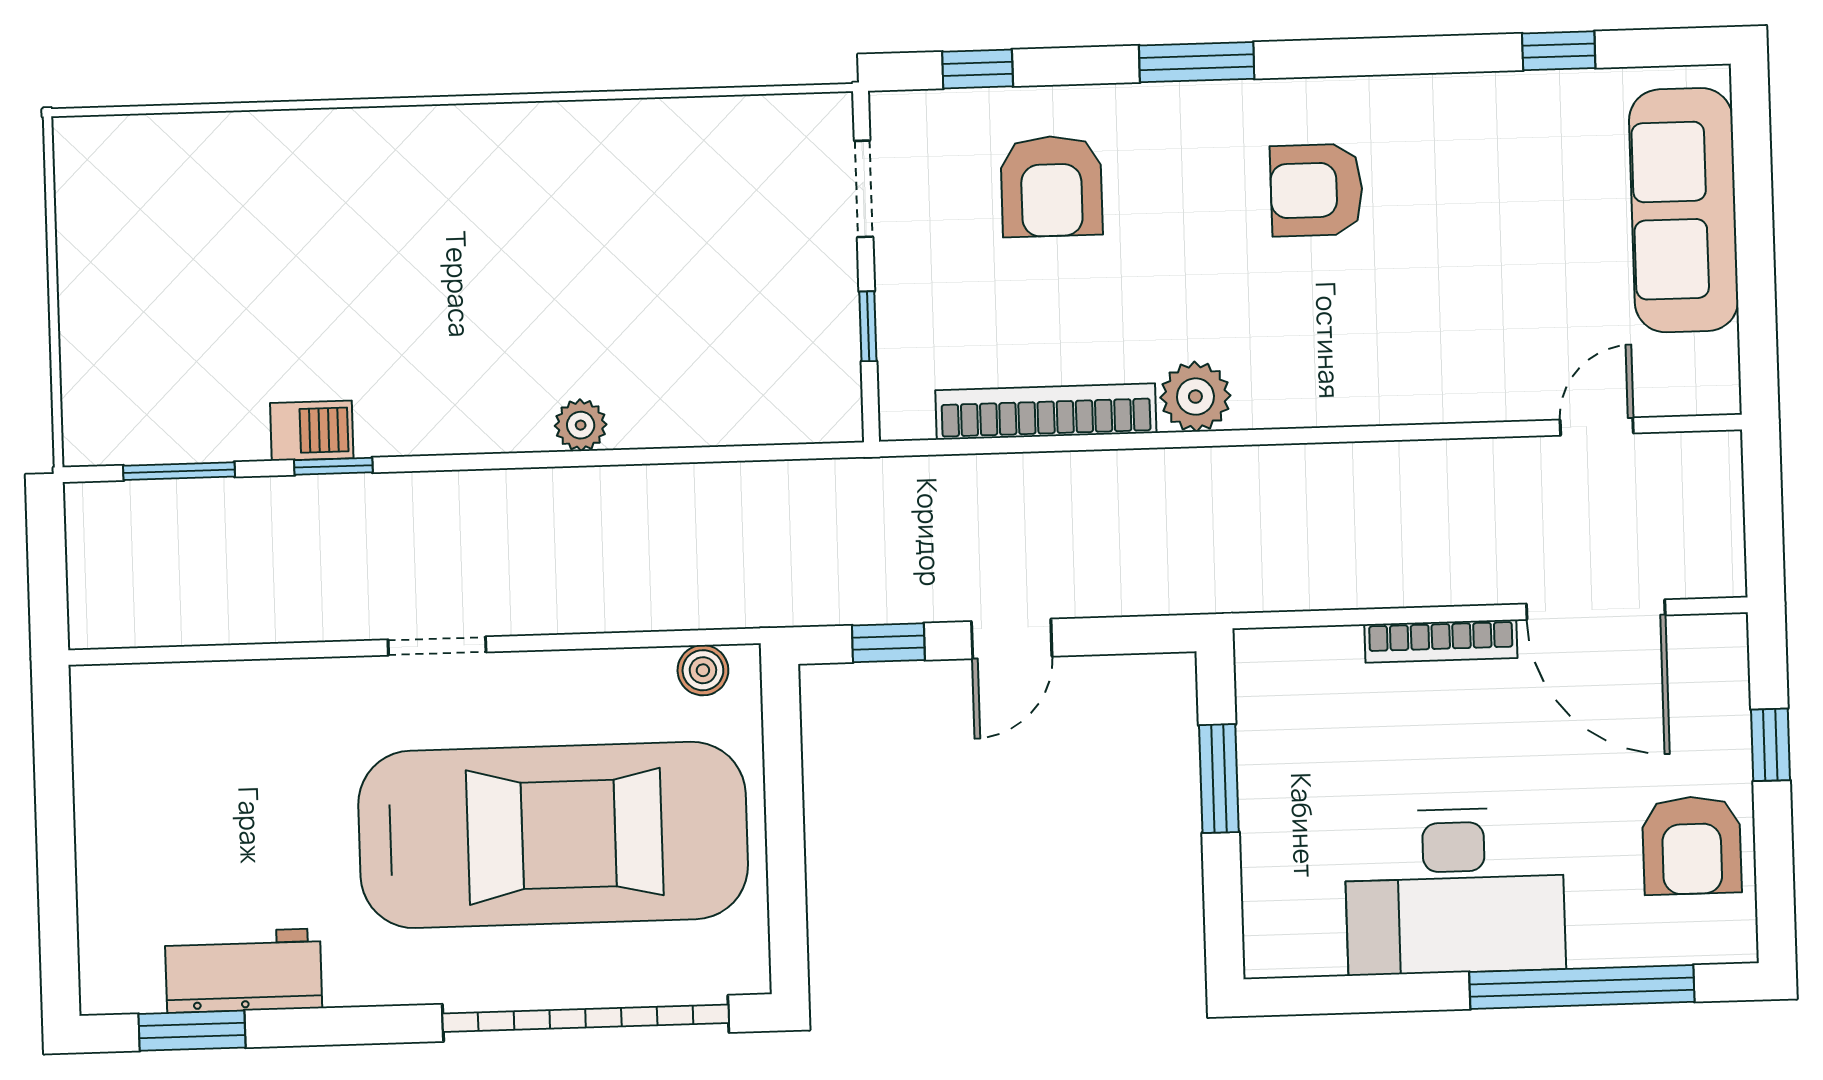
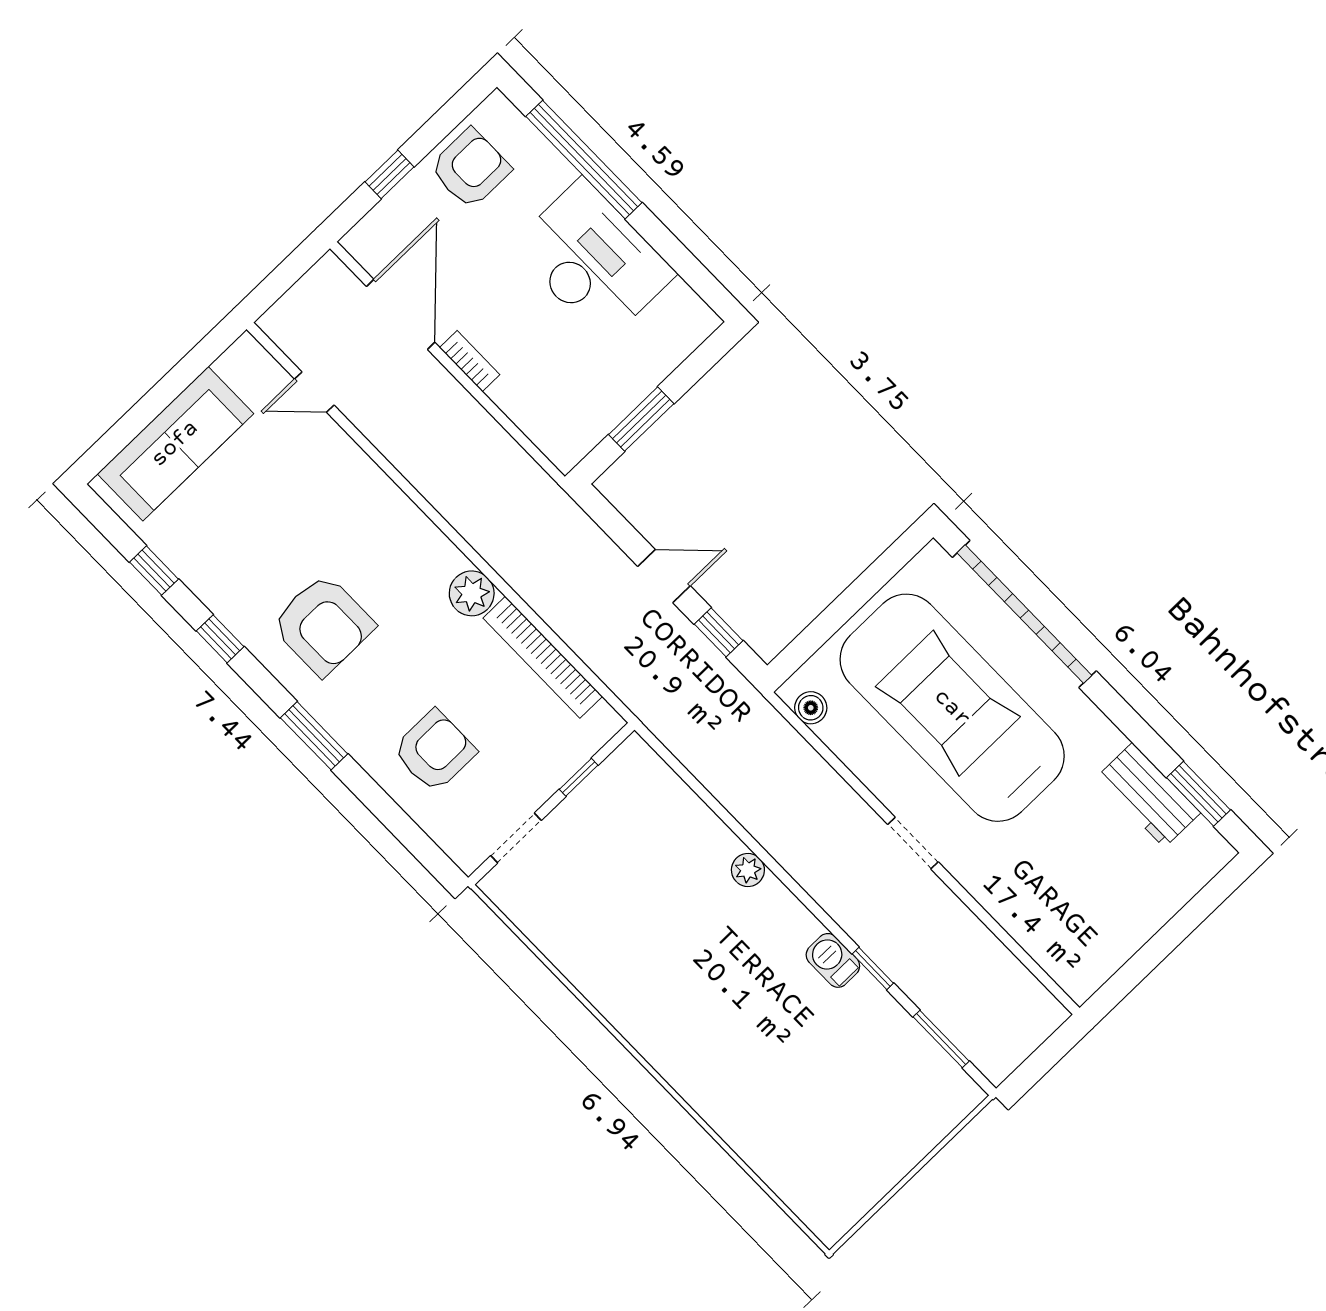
window: (978, 69) -> (220, 639), moved
armchair: (1316, 190) -> (323, 625), width x1.36, depth x1.36
barbecue: (312, 431) -> (833, 960), moved
bookcase: (1441, 641) -> (470, 361), width x0.64

